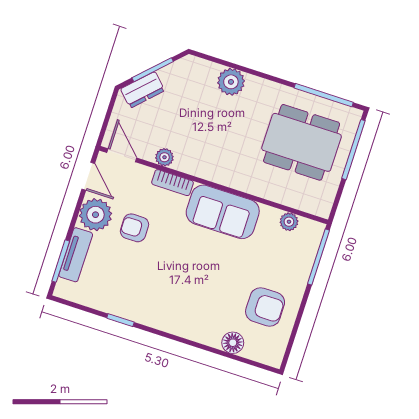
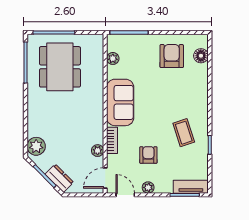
plant: (231, 82) -> (36, 146), moved
door: (88, 176) -> (125, 195), hinge flipped
plant: (95, 215) -> (148, 187), width x0.53, depth x0.53
armchair: (134, 228) -> (148, 155), turned 180
tv unit: (76, 255) -> (191, 187), moved
coffee table: (150, 289) -> (184, 133), added
floor lamp: (233, 343) -> (201, 56), moved

